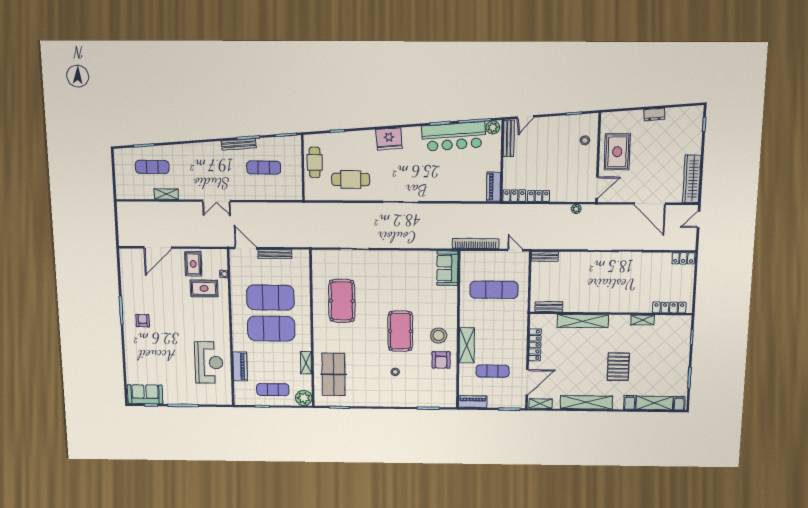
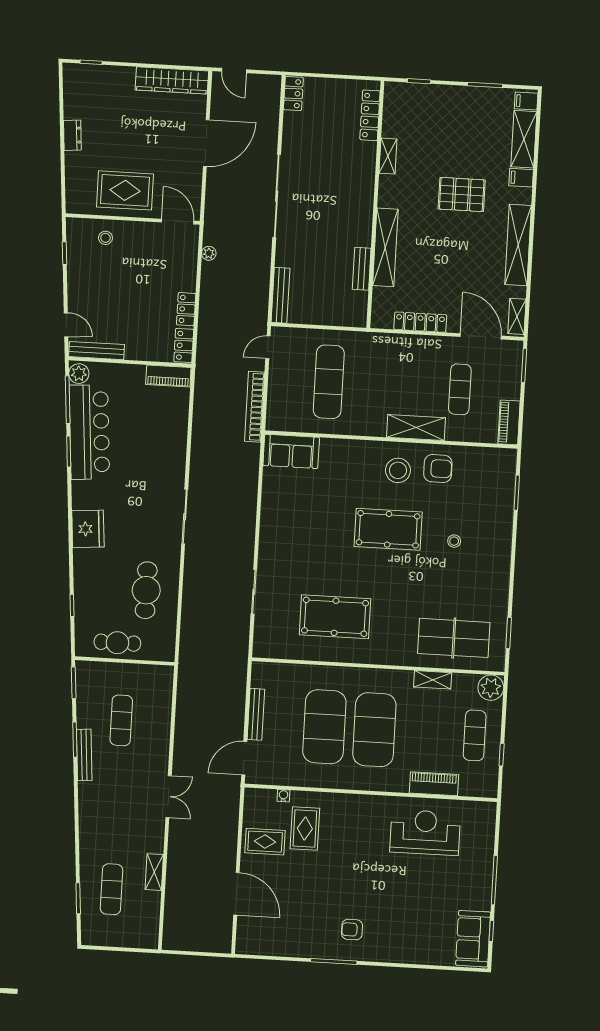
bench: (545, 256) -> (281, 295), width x1.36
bench: (549, 307) -> (362, 269), moved

